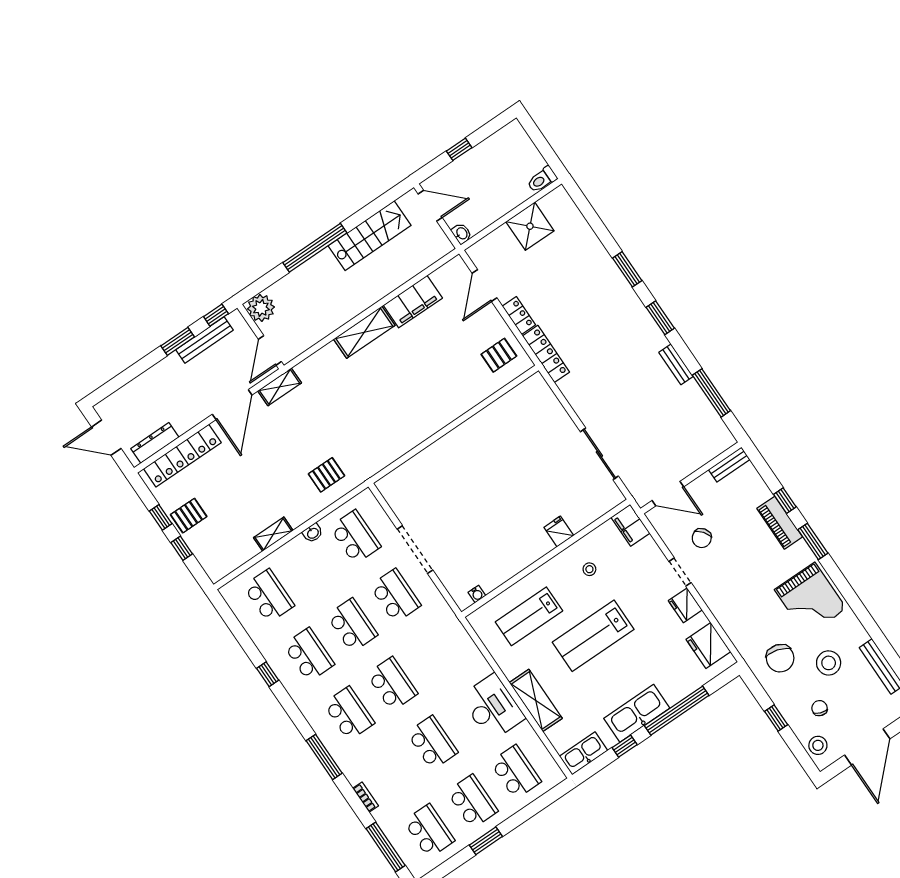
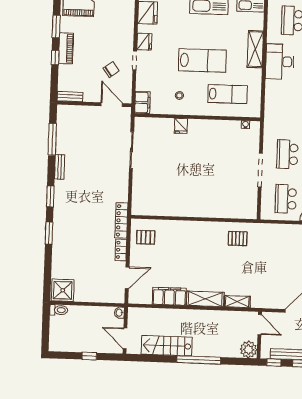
shower: (530, 226) -> (63, 290), moved
door: (270, 350) -> (260, 325), hinge flipped
shelving: (280, 387) -> (237, 302), moved
pallet: (326, 475) -> (238, 239), moved

